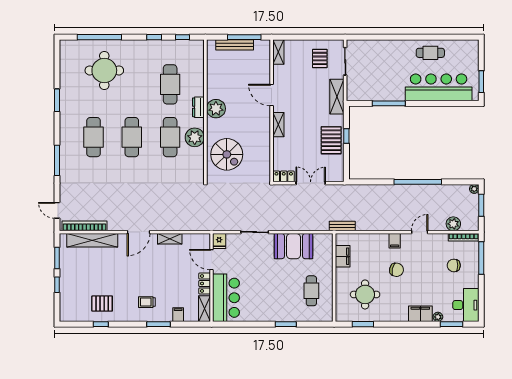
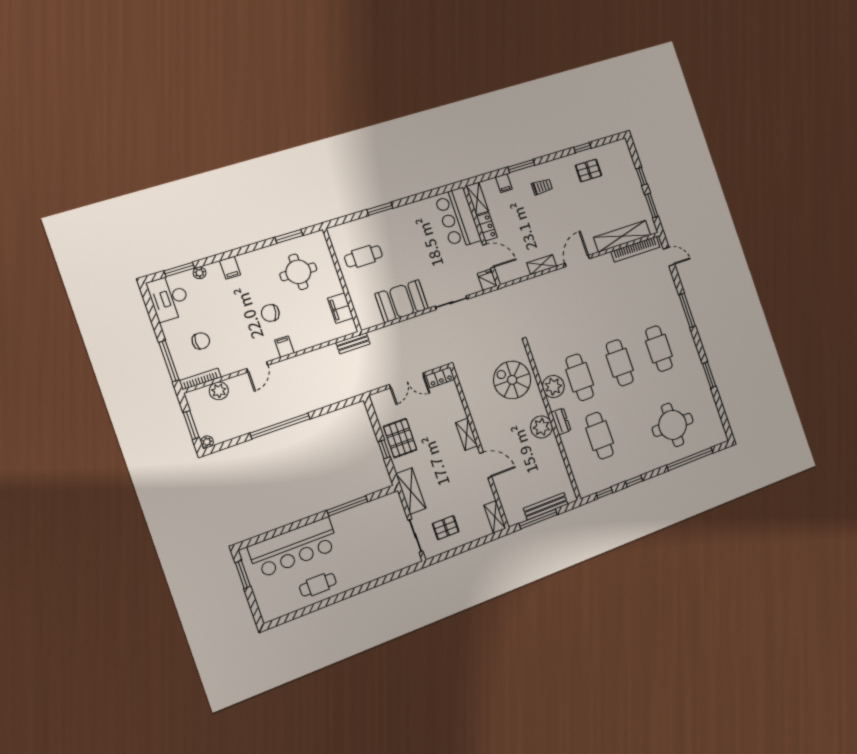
pallet: (320, 58) -> (446, 528), turned 90
cafe table: (311, 291) -> (363, 256), turned 90
filing cabinet: (420, 314) -> (230, 268), width x0.50

